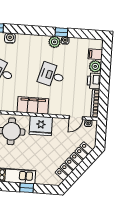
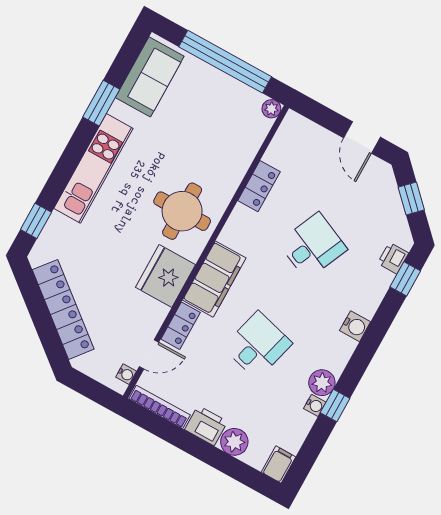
water cooler: (10, 38) -> (355, 326), moved
filing cabinet: (95, 54) -> (278, 465), moved
locker: (58, 110) -> (181, 326), added
door: (76, 118) -> (149, 354), swing flipped
window: (27, 188) -> (36, 221), moved

